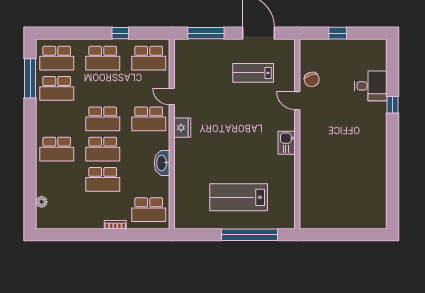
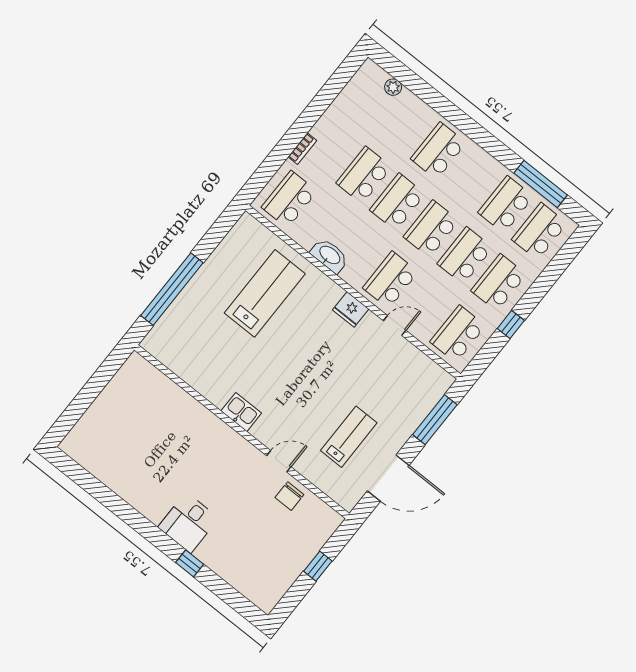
chair: (312, 79) -> (289, 496), turned -70
desk: (371, 86) -> (188, 523), moved
school desk: (103, 88) -> (465, 256), added
lab bench: (239, 197) -> (265, 293), moved

